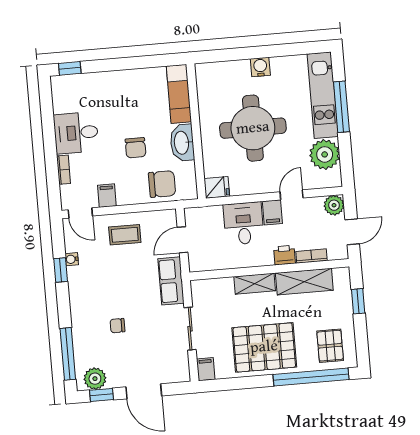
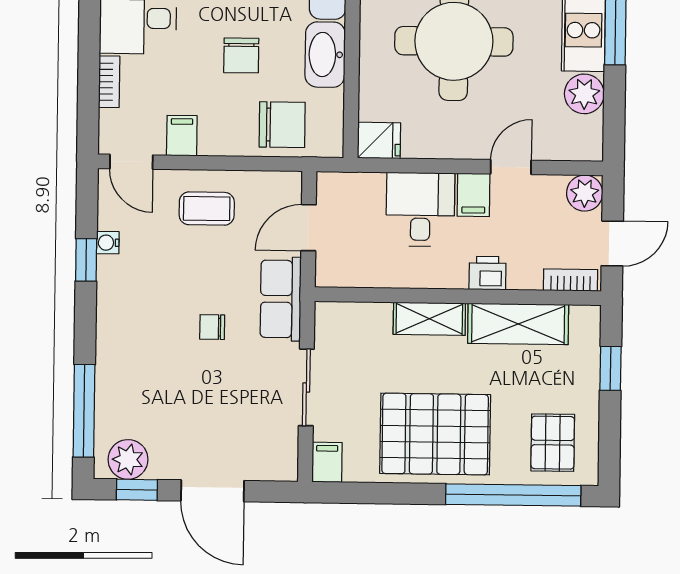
plant: (325, 154) -> (584, 94), width x0.73, depth x0.73
bookcase: (311, 256) -> (570, 280), moved
chair: (117, 326) -> (212, 327), moved

